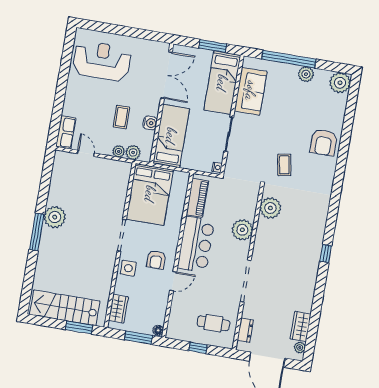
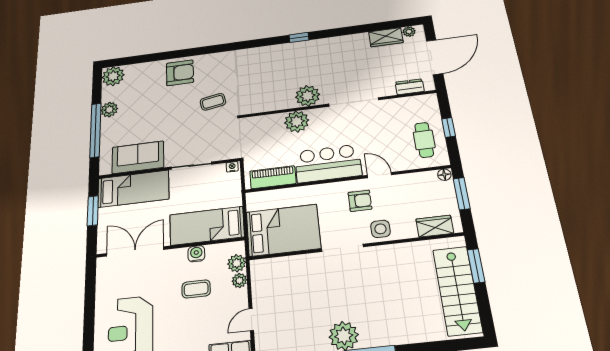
plant: (270, 208) -> (308, 96), moved
cafe table: (213, 323) -> (424, 140), moved

